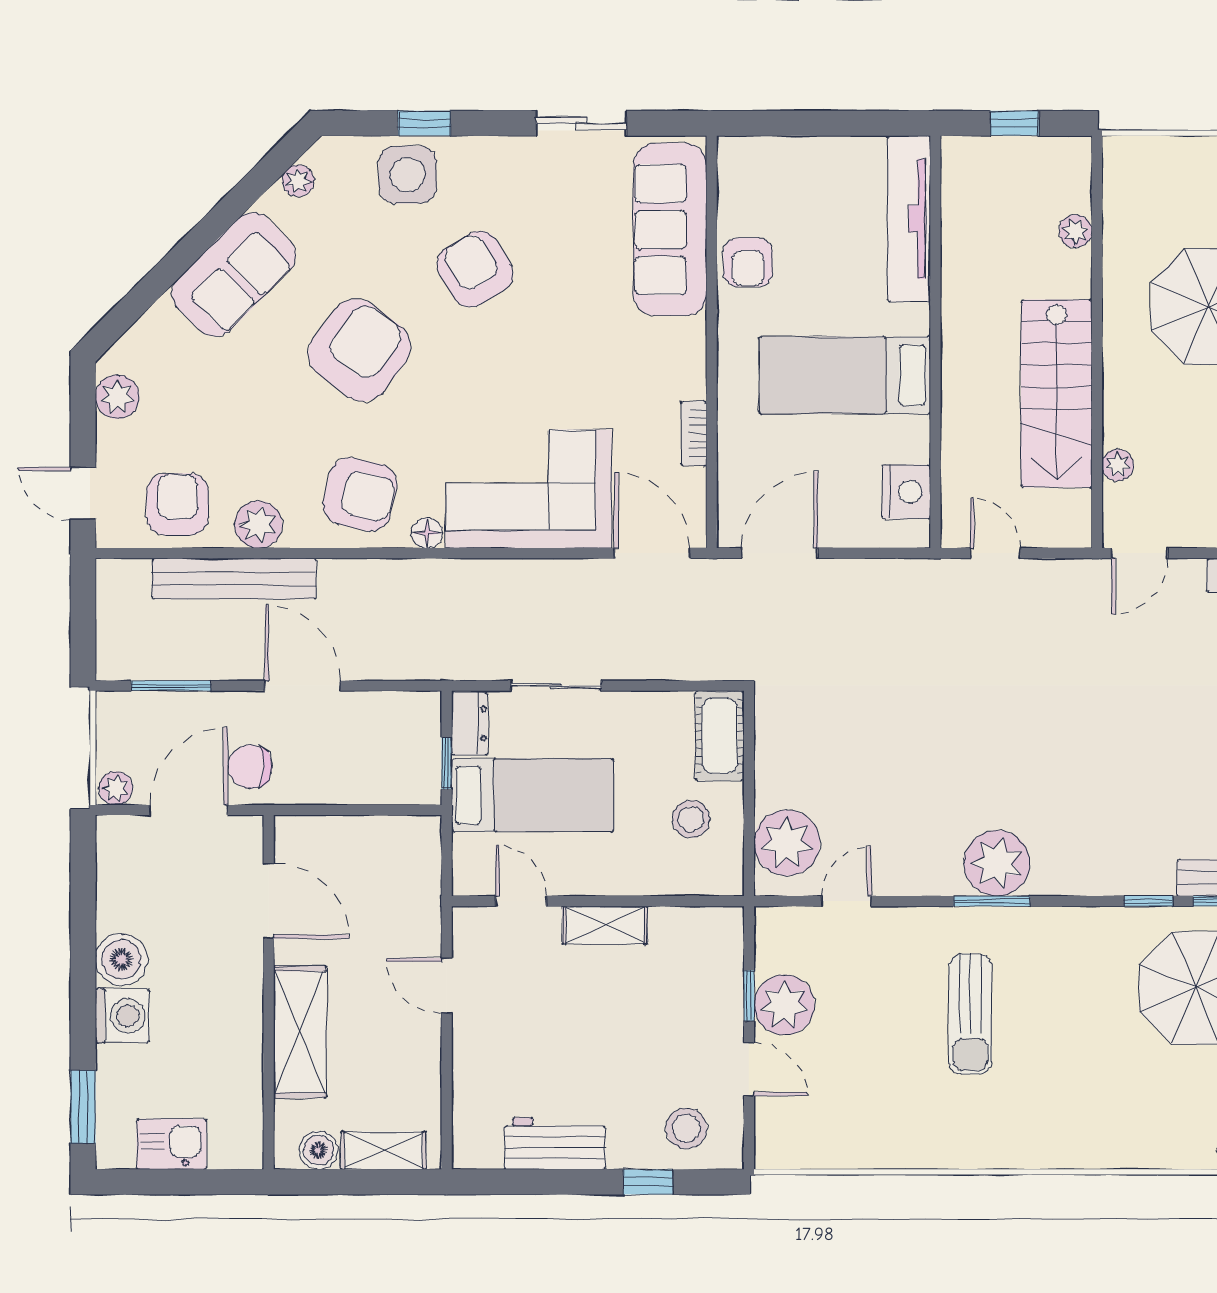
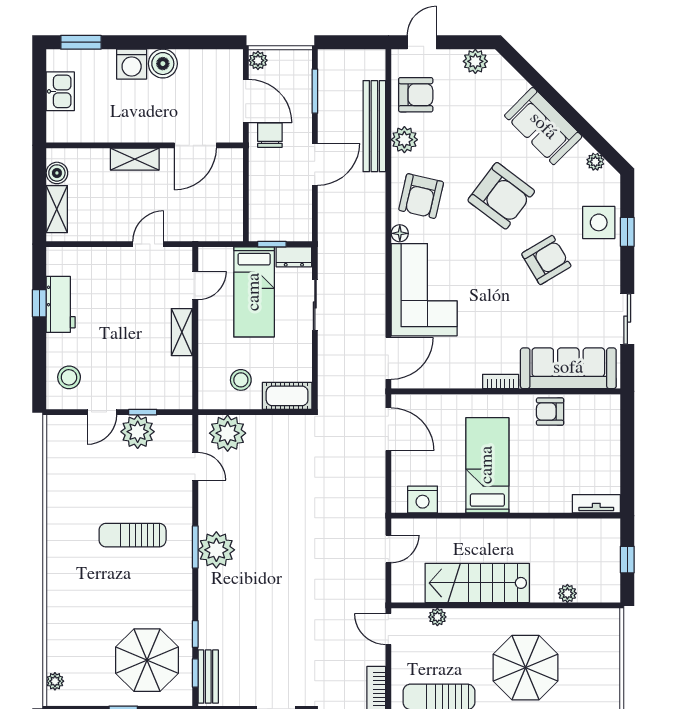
tv unit: (909, 219) -> (596, 504), width x0.52, depth x0.78
bookcase: (694, 433) -> (501, 381), moved
shelving: (300, 1032) -> (135, 159), width x0.67, depth x0.75
window: (648, 1182) -> (39, 303), moved

